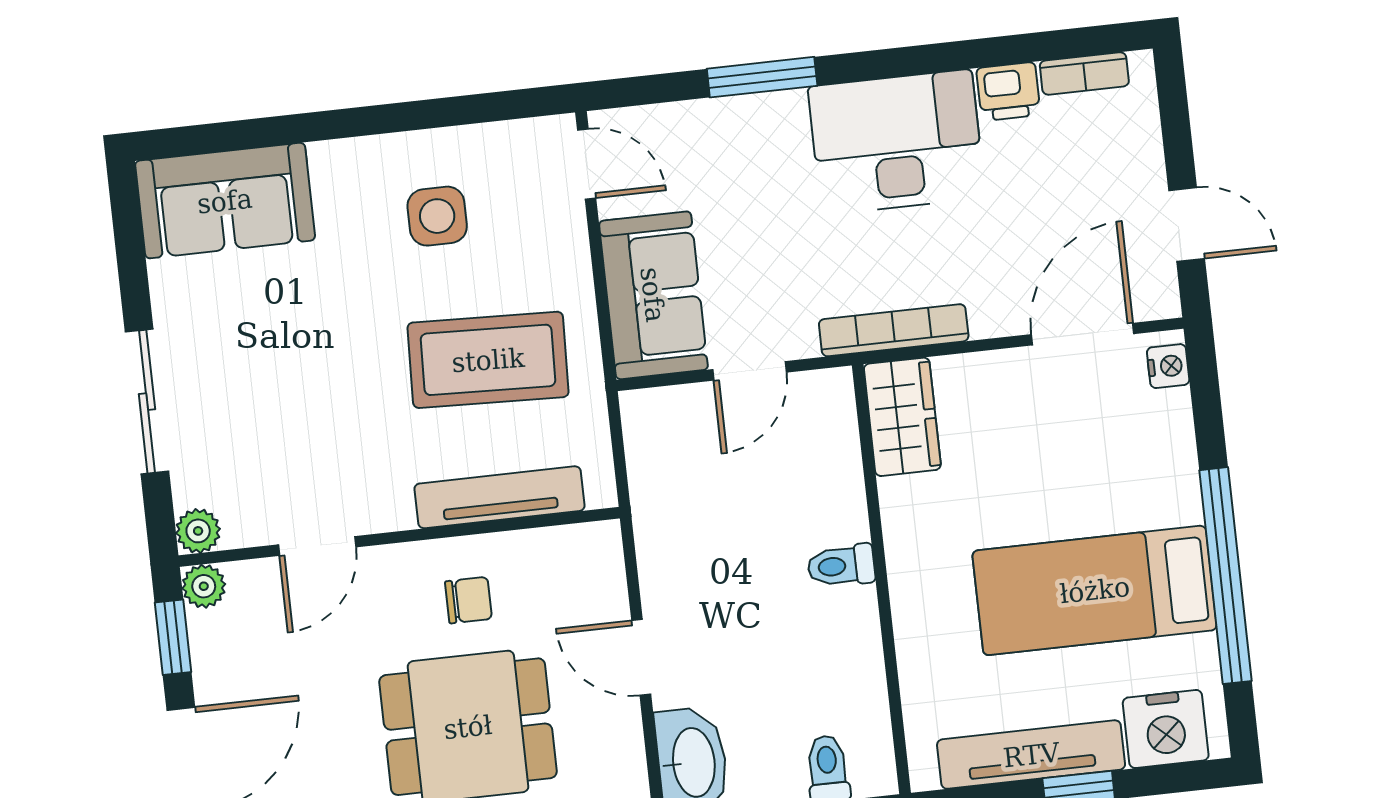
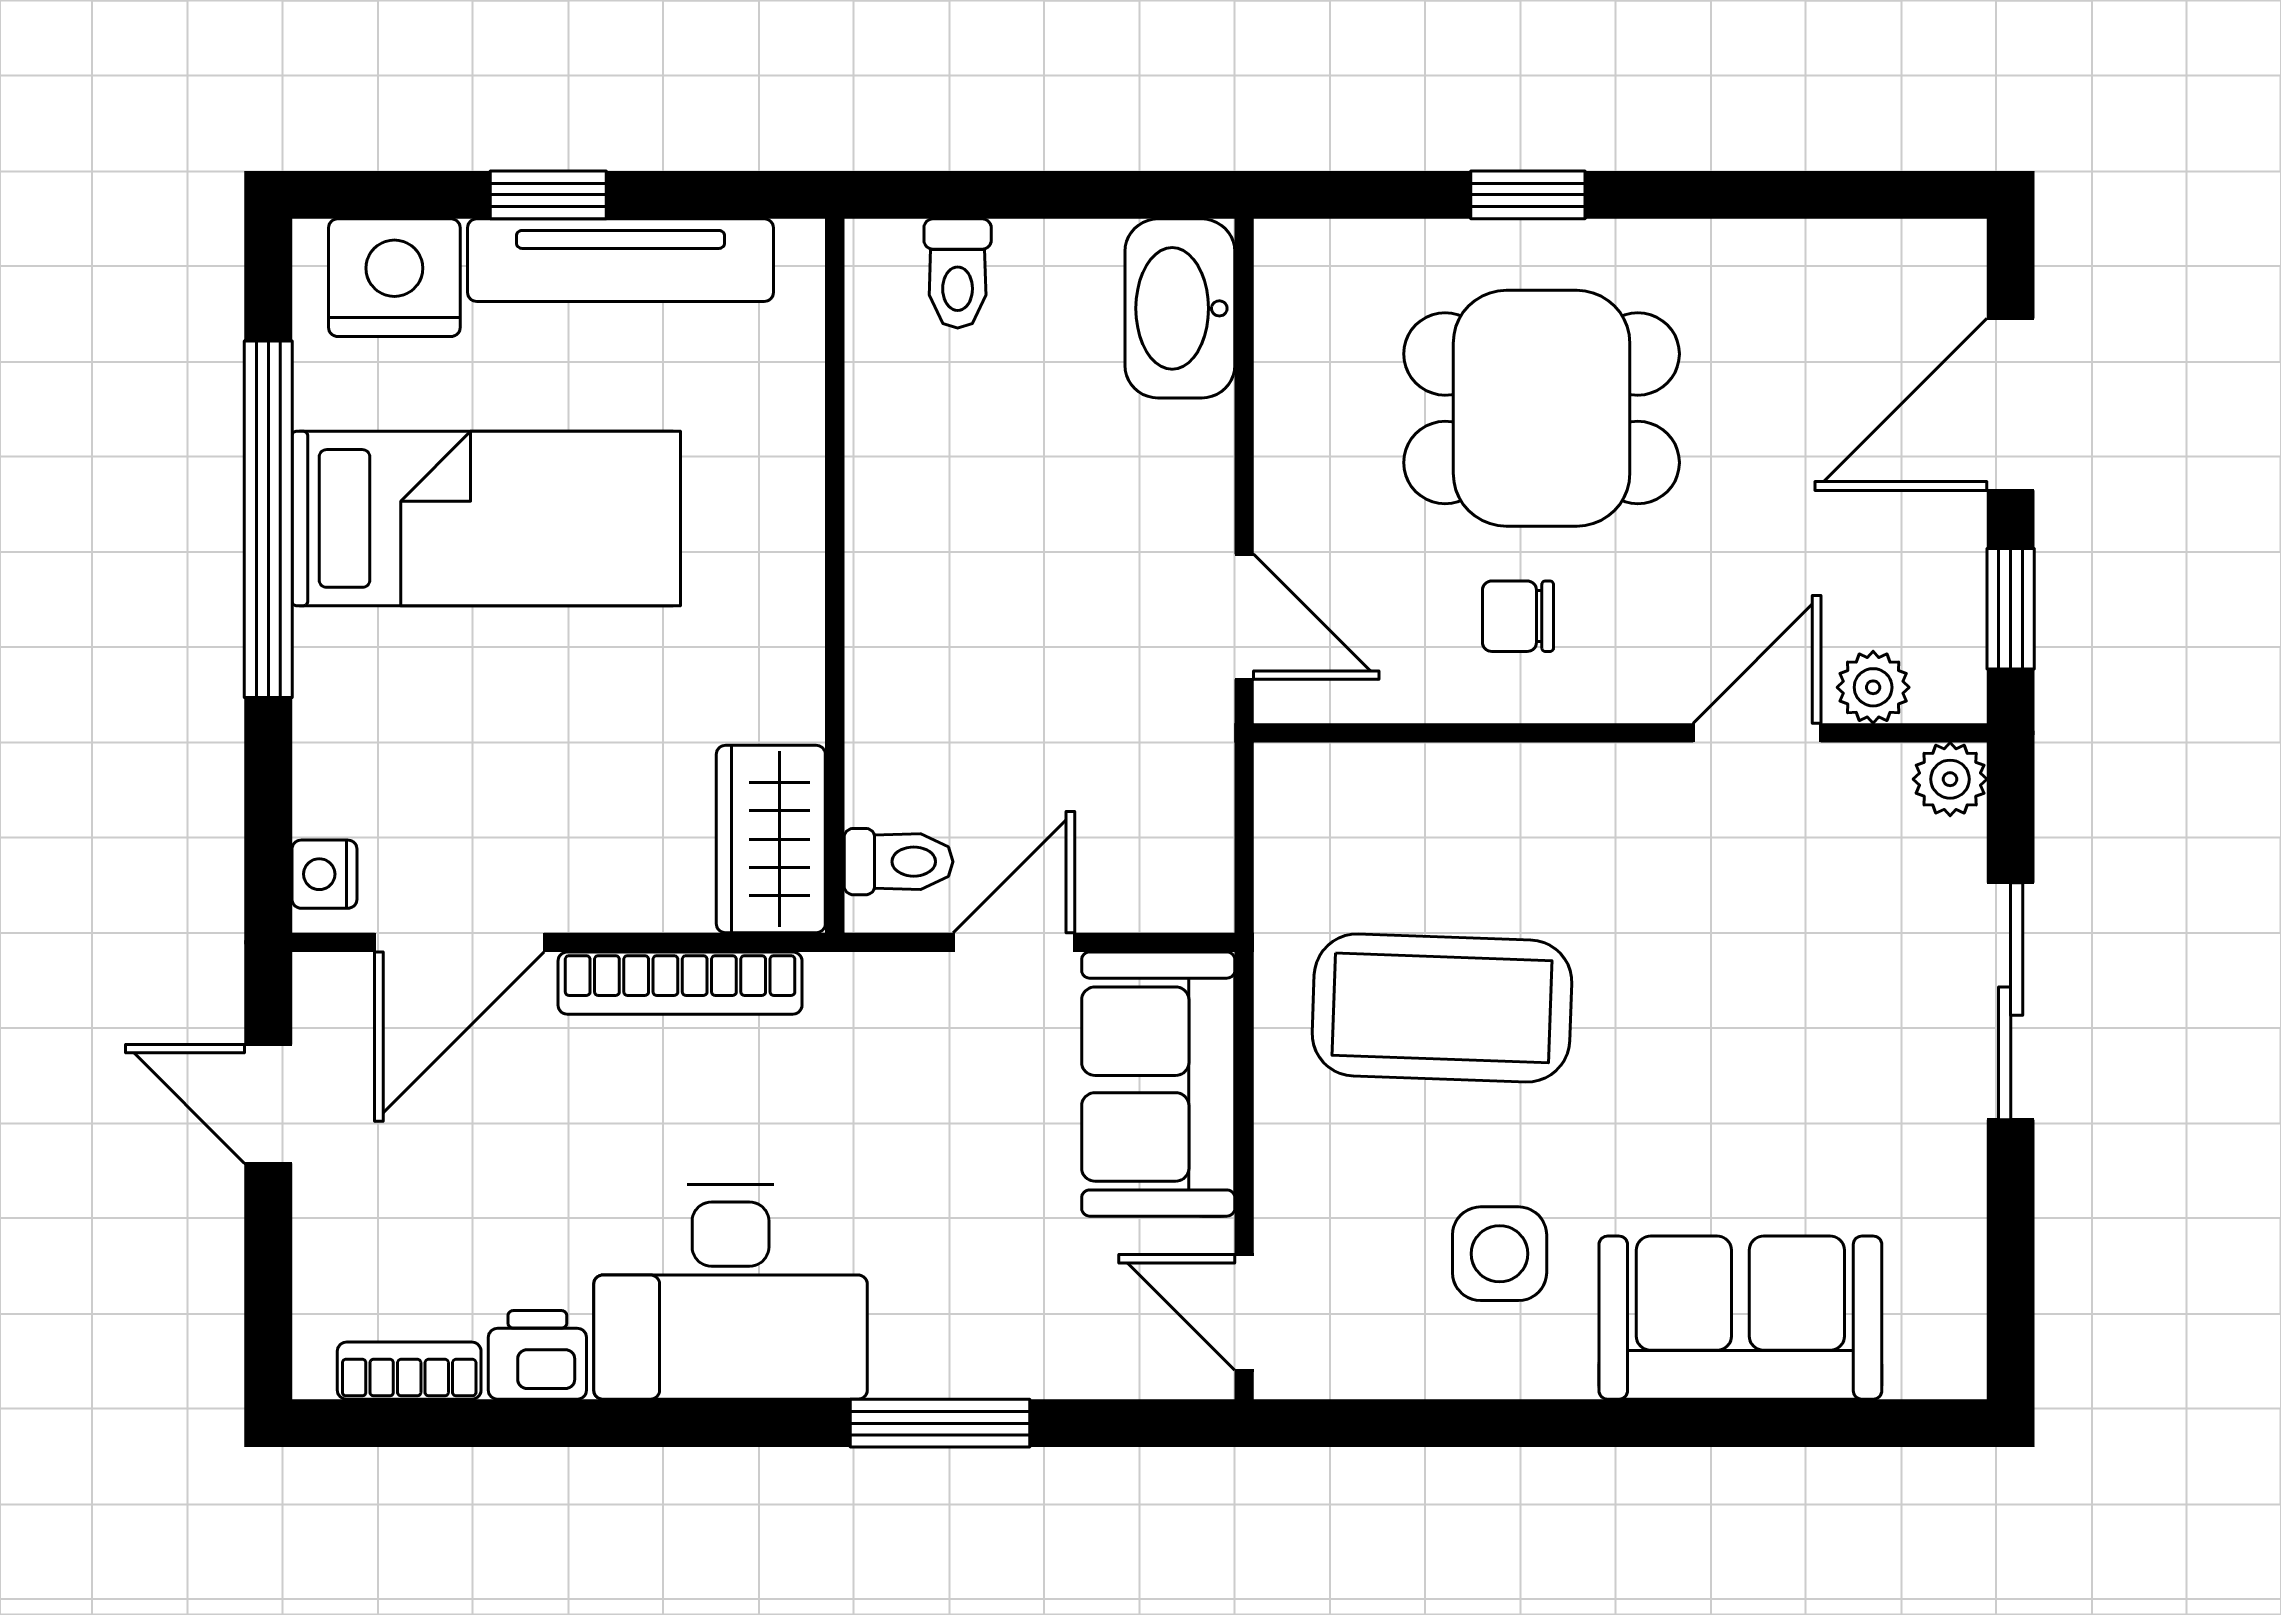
sofa: (225, 201) -> (1740, 1318), moved
bookcase: (894, 330) -> (680, 983), moved
tv unit: (499, 497) -> (1448, 780), removed
toilet: (841, 566) -> (899, 862), moved
plant: (204, 586) -> (1873, 687), moved
door: (641, 657) -> (1244, 617), moved

